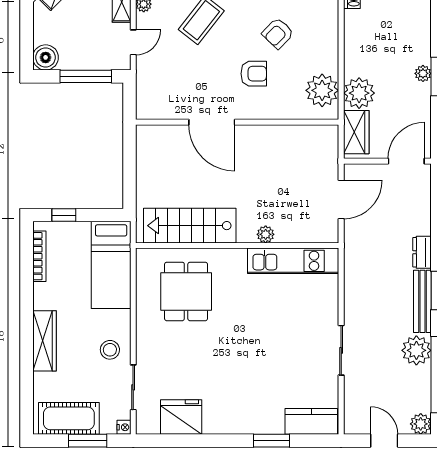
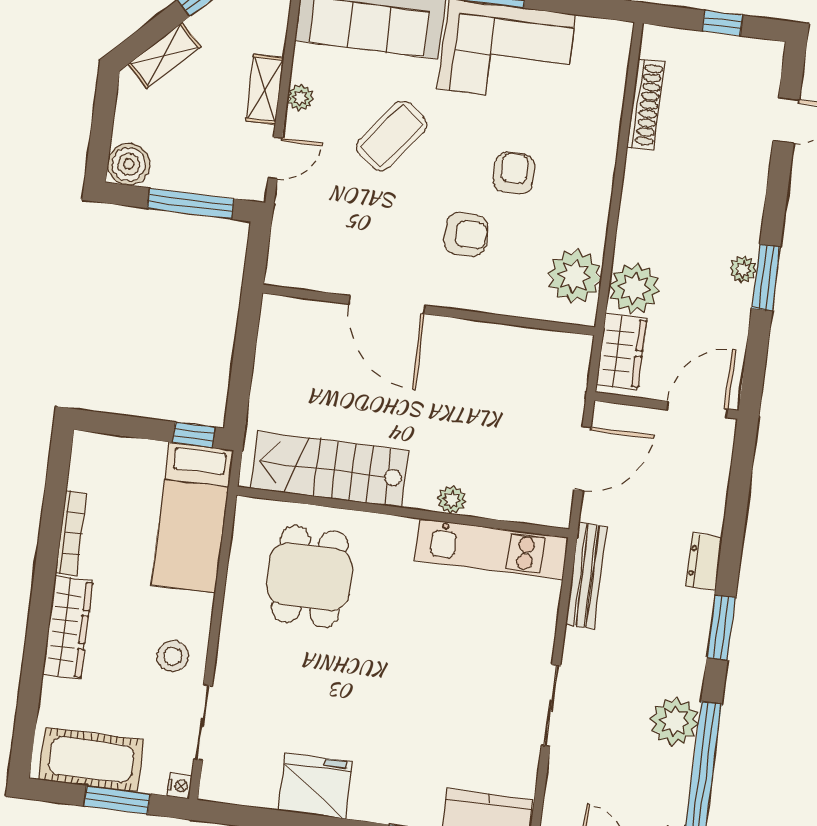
armchair: (278, 33) -> (514, 173), turned 136
window: (64, 215) -> (194, 435), moved
bookcase: (39, 256) -> (71, 533), moved
bench: (422, 301) -> (586, 575), moved
fridge: (181, 417) -> (315, 786), moved

